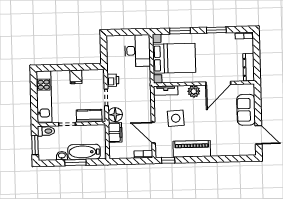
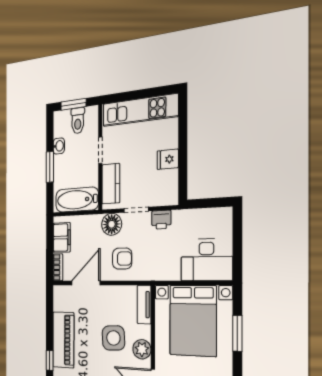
armchair: (137, 107) -> (122, 259), added
side table: (176, 118) -> (113, 338), moved
toilet: (46, 131) -> (78, 121), moved
filing cabinet: (115, 133) -> (62, 238), moved, turned -90
bathtub: (84, 152) -> (77, 200), moved, turned -90
window: (168, 160) -> (50, 360), moved

